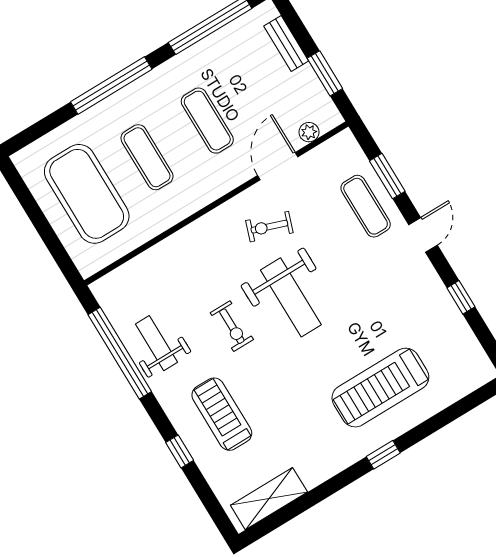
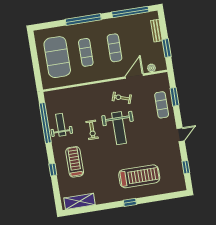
door: (423, 235) -> (181, 135), moved
window: (461, 297) -> (186, 167), moved
treadmill: (380, 388) -> (139, 176), turned 180

